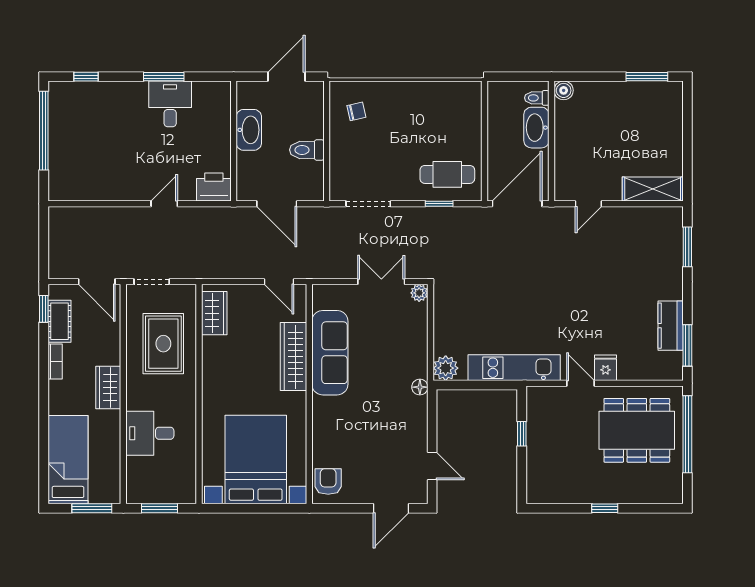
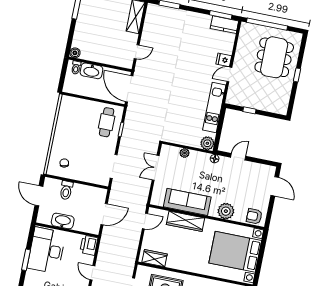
desk: (170, 104) -> (46, 250), width x1.87, depth x1.30
toilet: (307, 150) -> (66, 190), moved
door: (588, 204) -> (137, 52), hinge flipped
plant: (419, 293) -> (185, 153), moved
kitchen counter: (671, 326) -> (224, 25), moved
plant: (327, 427) -> (226, 211), added
dining table: (637, 430) -> (274, 57), moved
door: (432, 466) -> (238, 157), moved

